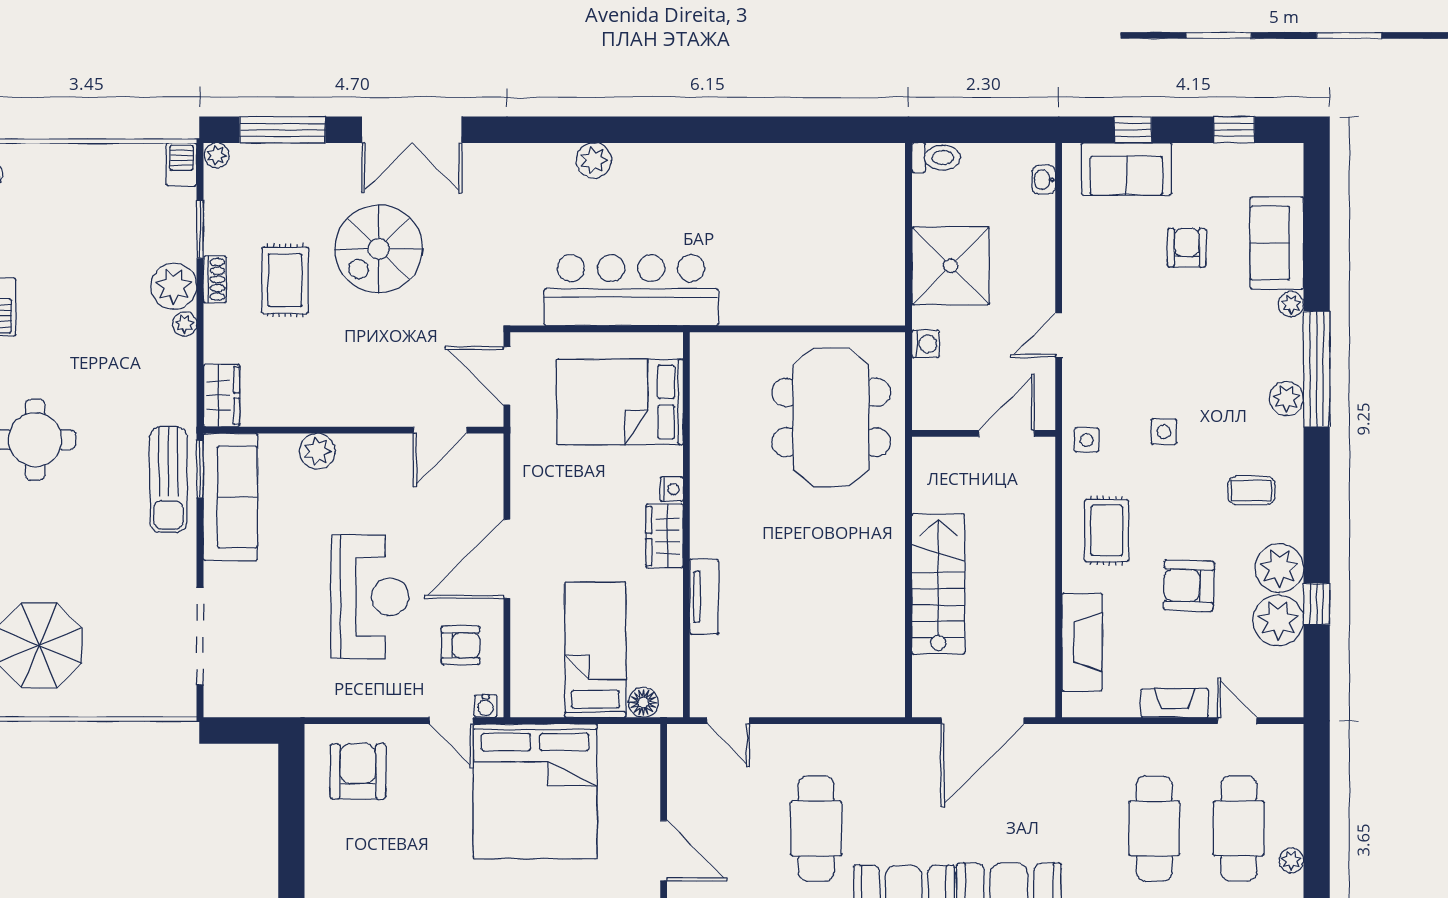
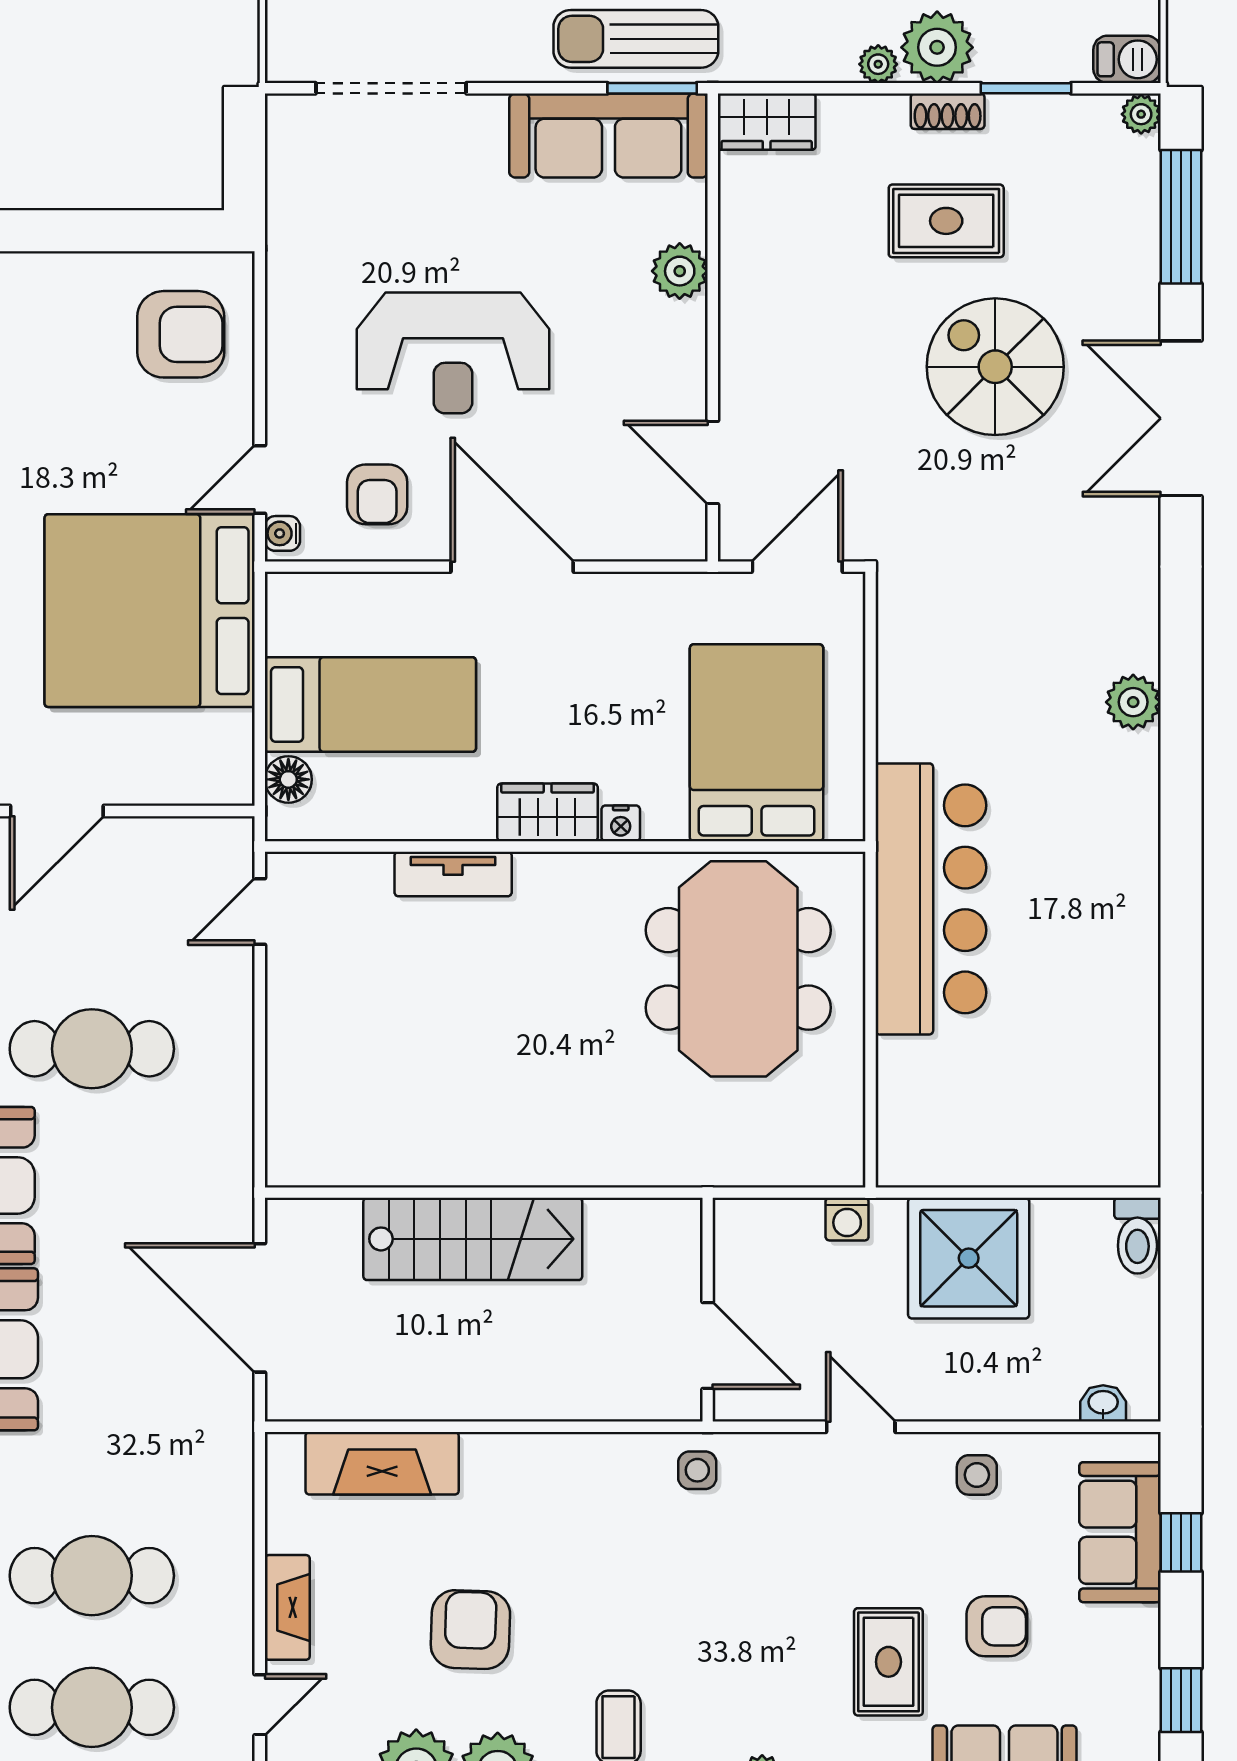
bar counter: (631, 290) -> (931, 899), moved
meeting table: (831, 417) -> (738, 969), moved, turned 90
side table: (1164, 432) -> (977, 1475), moved
rug: (1107, 531) -> (888, 1662), moved, turned 90

